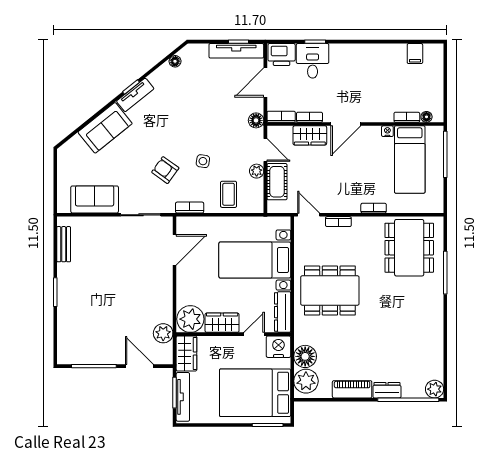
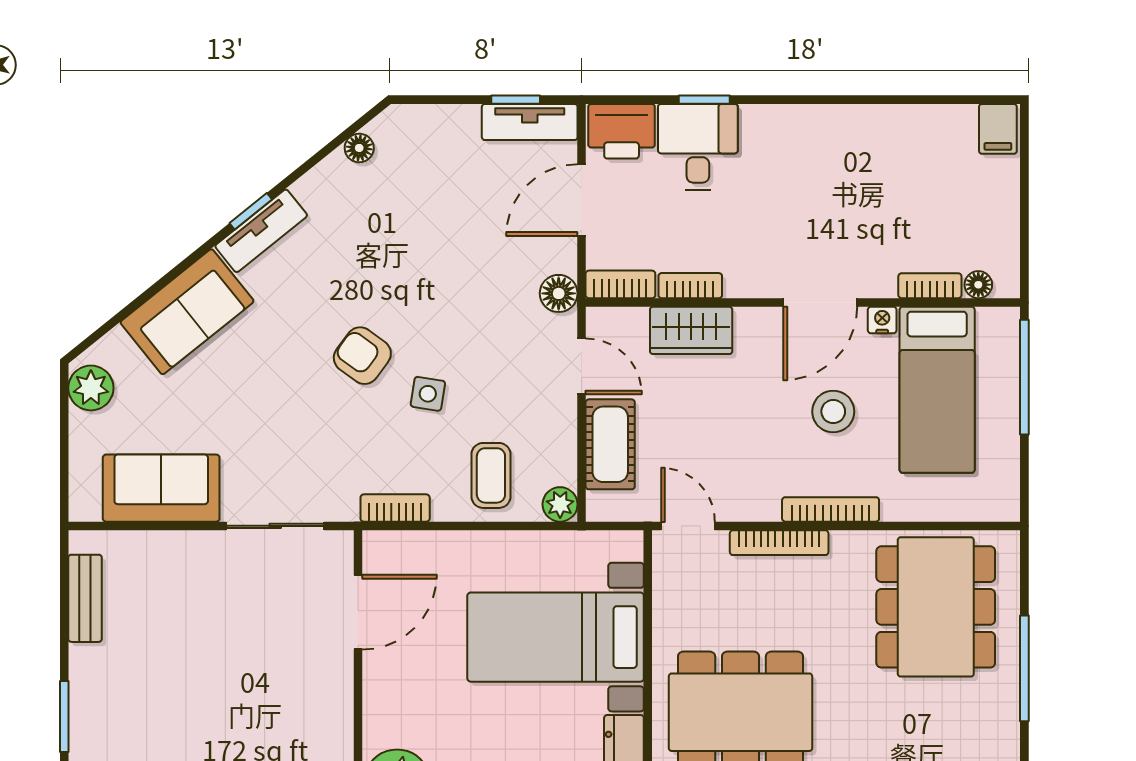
tv unit: (236, 51) -> (530, 122), width x0.71
filing cabinet: (415, 54) -> (998, 129), moved
door: (346, 124) -> (820, 302), moved
plant: (66, 159) -> (91, 388), added
stool: (368, 168) -> (833, 412), added
armchair: (165, 170) -> (362, 356), moved
plant: (257, 171) -> (560, 504), moved
bookcase: (374, 208) -> (831, 509), width x1.56
bookcase: (338, 222) -> (779, 543), width x1.56

